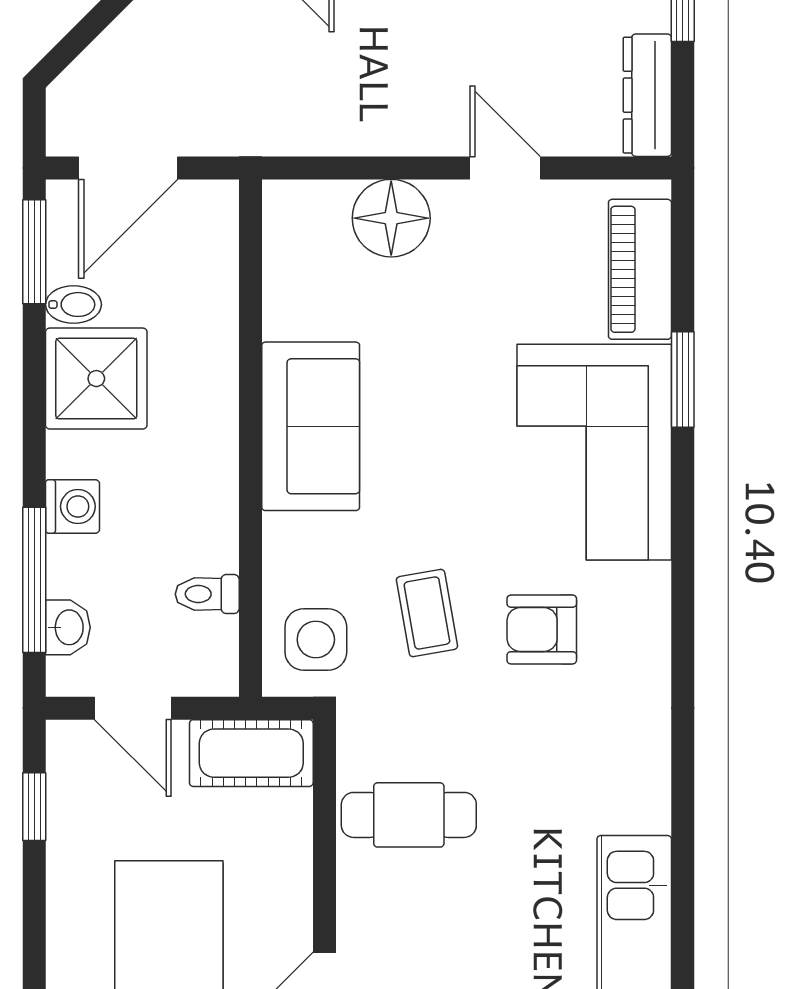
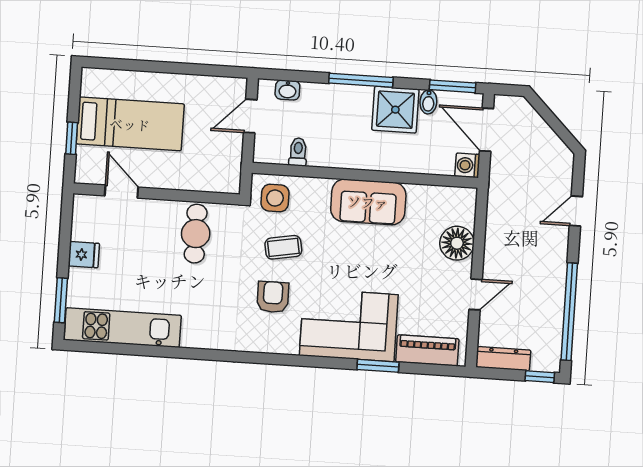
washing machine: (73, 506) -> (467, 165), moved, turned 90
window: (34, 580) -> (361, 80), moved
cot: (251, 753) -> (227, 167), removed
window: (34, 807) -> (210, 70), removed

